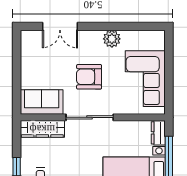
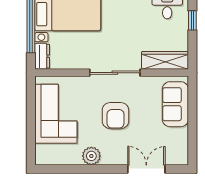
armchair: (89, 77) -> (115, 116), turned 90
sofa: (42, 102) -> (175, 104), moved, turned 90

